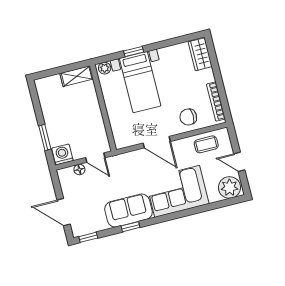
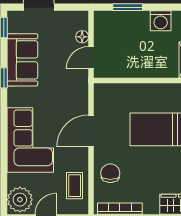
washing machine: (62, 154) -> (161, 21), moved, turned 90
sofa: (128, 211) -> (22, 60), moved

